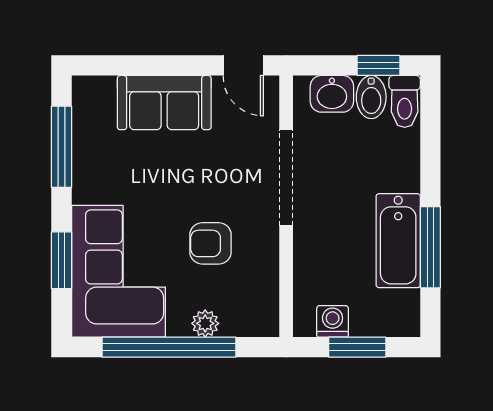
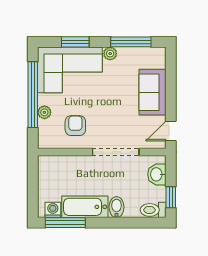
bidet: (371, 97) -> (117, 207), moved, turned 90
plant: (85, 189) -> (110, 54), added
armchair: (211, 243) -> (75, 126), moved
window: (430, 247) -> (65, 223), moved
washing machine: (333, 321) -> (53, 210), moved, turned -90
window: (357, 347) -> (33, 187), removed

